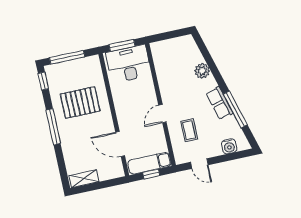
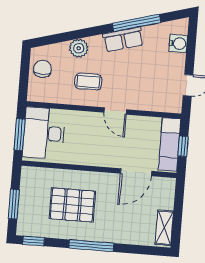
chair: (178, 48) -> (43, 69), added
window: (67, 57) -> (14, 204), width x0.69
pallet: (80, 103) -> (72, 205), turned 90
coffee table: (189, 130) -> (88, 82), moved

